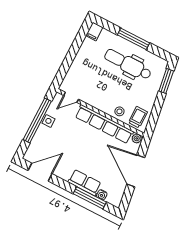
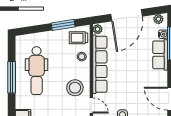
window: (166, 81) -> (63, 25), moved
stool: (95, 91) -> (75, 88), added
plant: (117, 198) -> (158, 19), added

